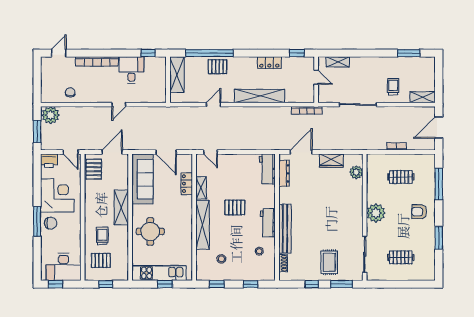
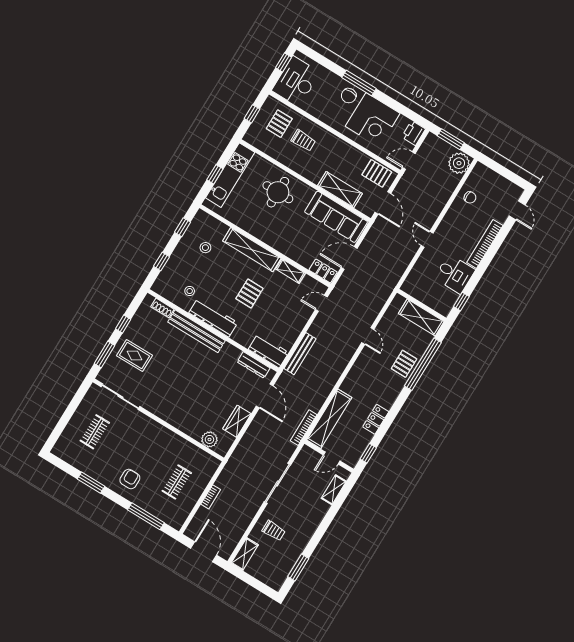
shelving: (260, 96) -> (329, 419), moved
bench: (256, 145) -> (300, 354), added
locker: (187, 184) -> (323, 271), moved
shelving: (121, 208) -> (340, 190), moved
plant: (376, 213) -> (156, 434), removed
workbench: (268, 223) -> (213, 318), width x1.38

